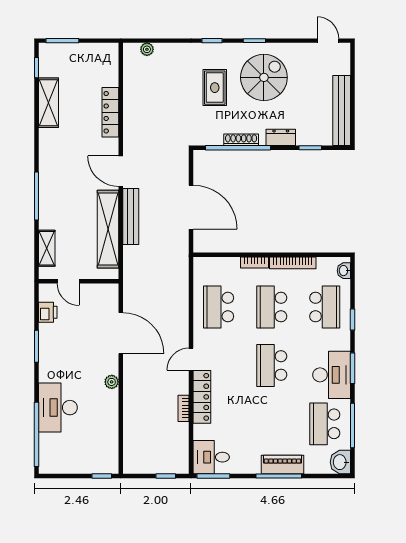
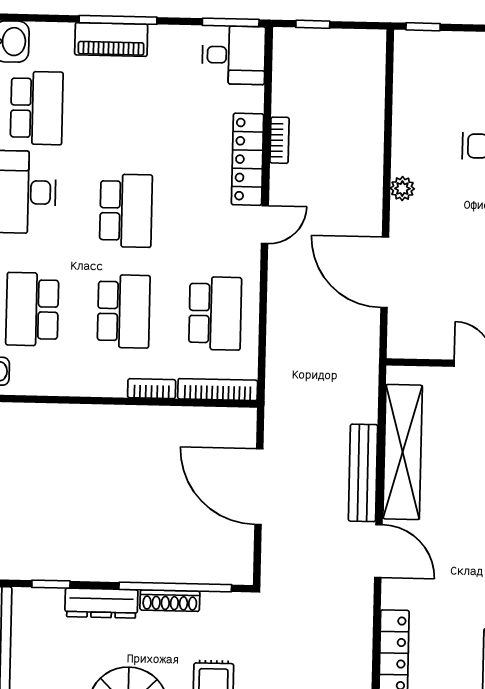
dresser: (281, 137) -> (101, 603), width x1.44
bookcase: (293, 263) -> (218, 390), moved

